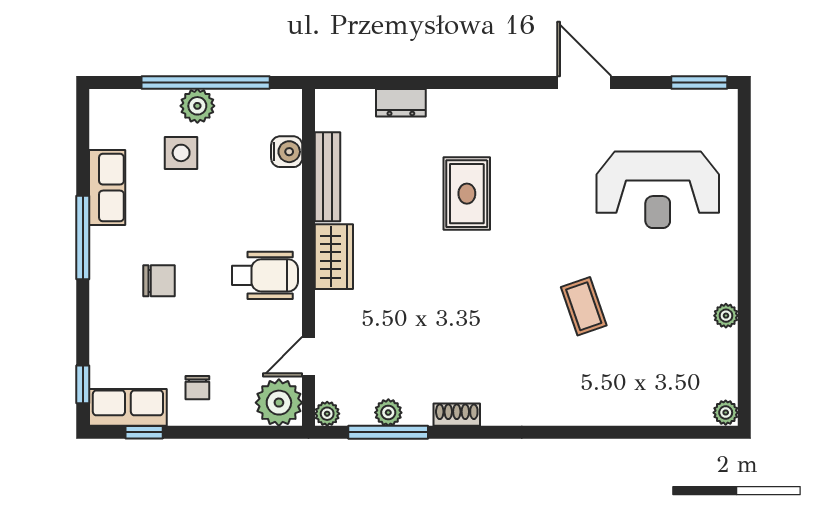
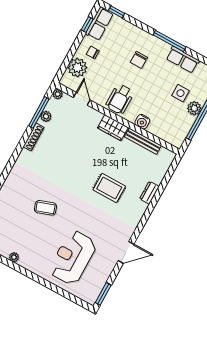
dresser: (401, 103) -> (149, 193), moved
water cooler: (287, 152) -> (142, 122), moved
plant: (279, 403) -> (77, 68), moved
shoe rack: (457, 415) -> (34, 137), width x1.43

